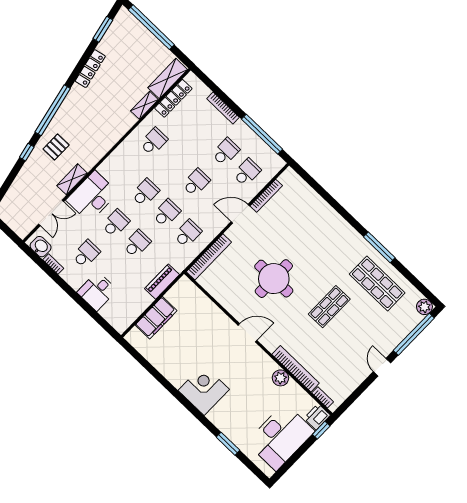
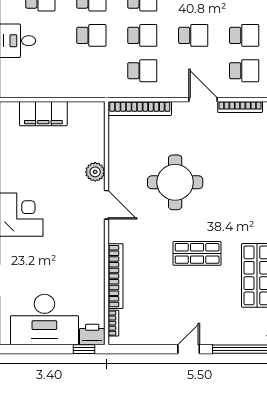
piano: (162, 282) -> (80, 89), removed
plant: (280, 378) -> (95, 172), moved

